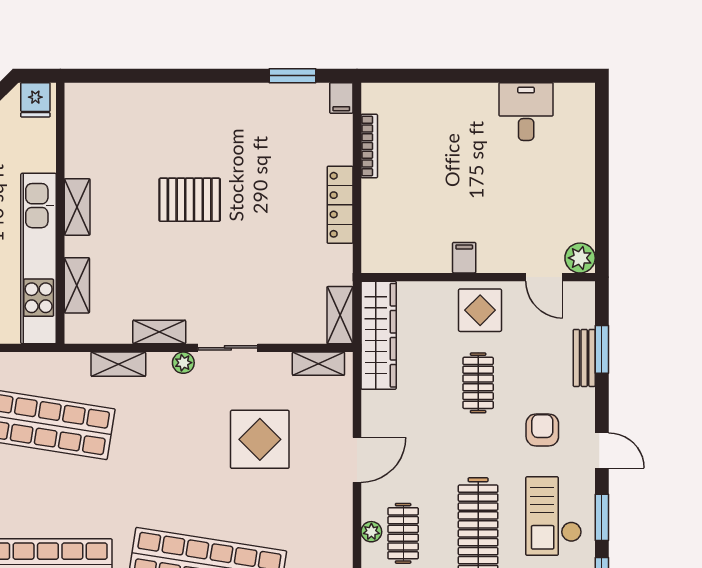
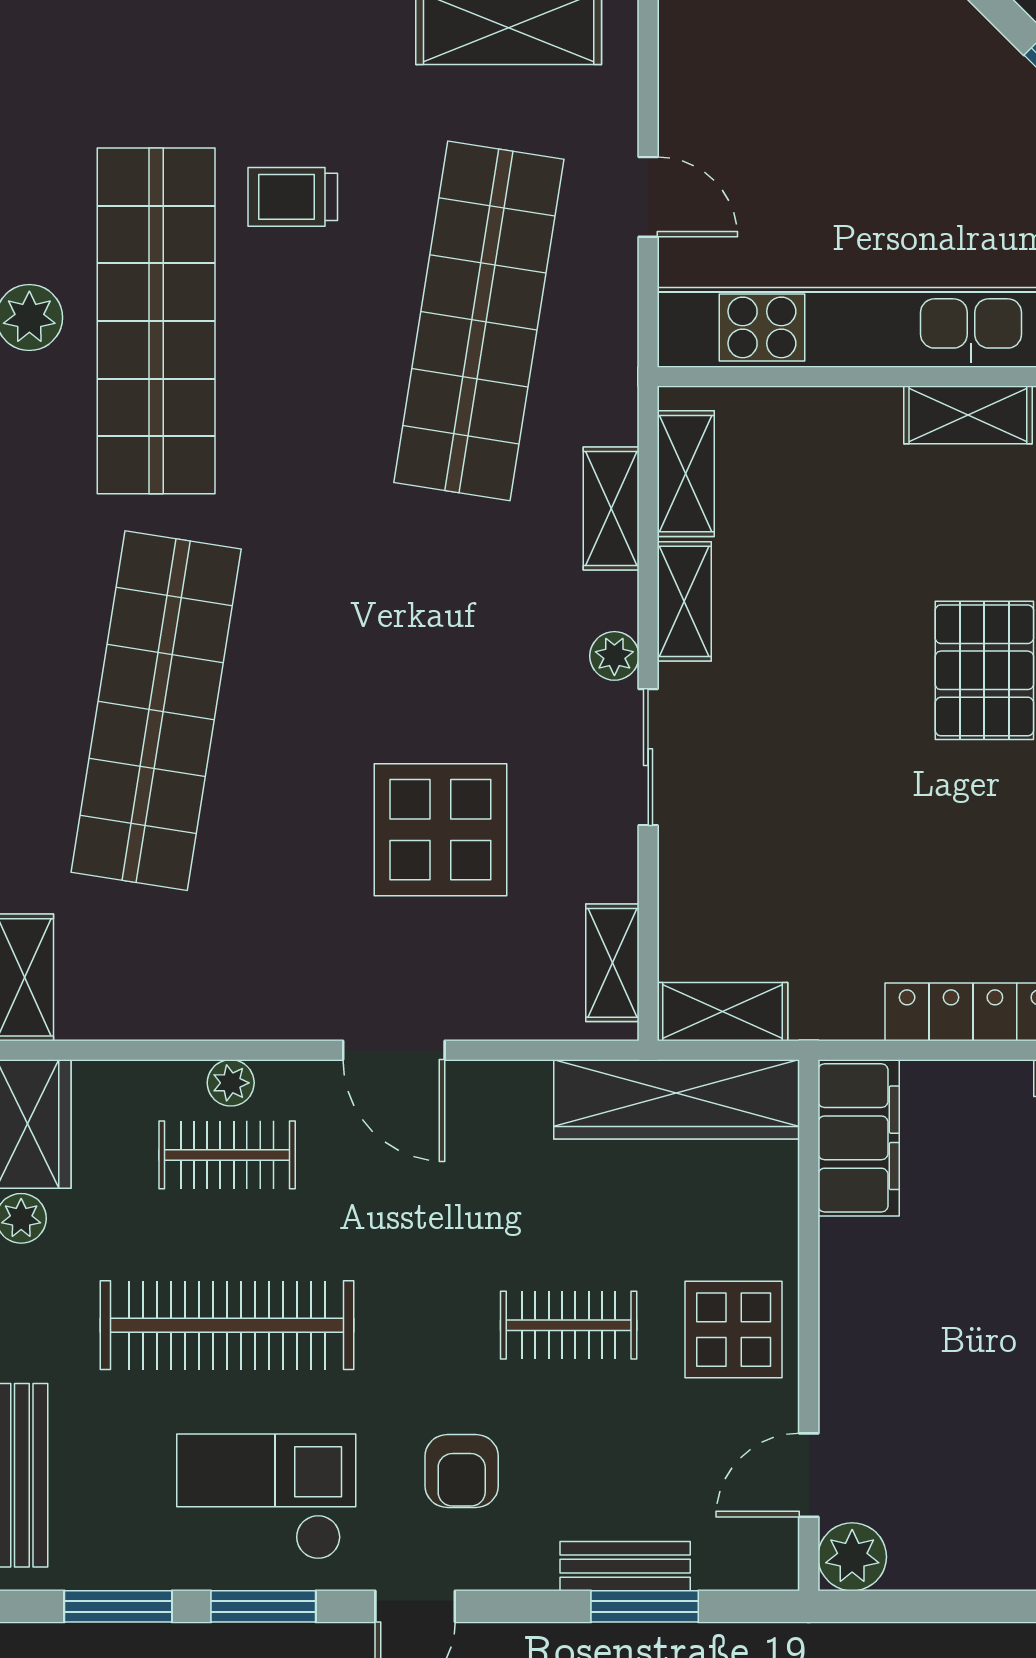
filing cabinet: (464, 258) -> (859, 1138), moved, width x3.00, depth x1.17
shelving: (77, 285) -> (686, 474), moved, turned 90
armchair: (542, 430) -> (462, 1471), turned 90

